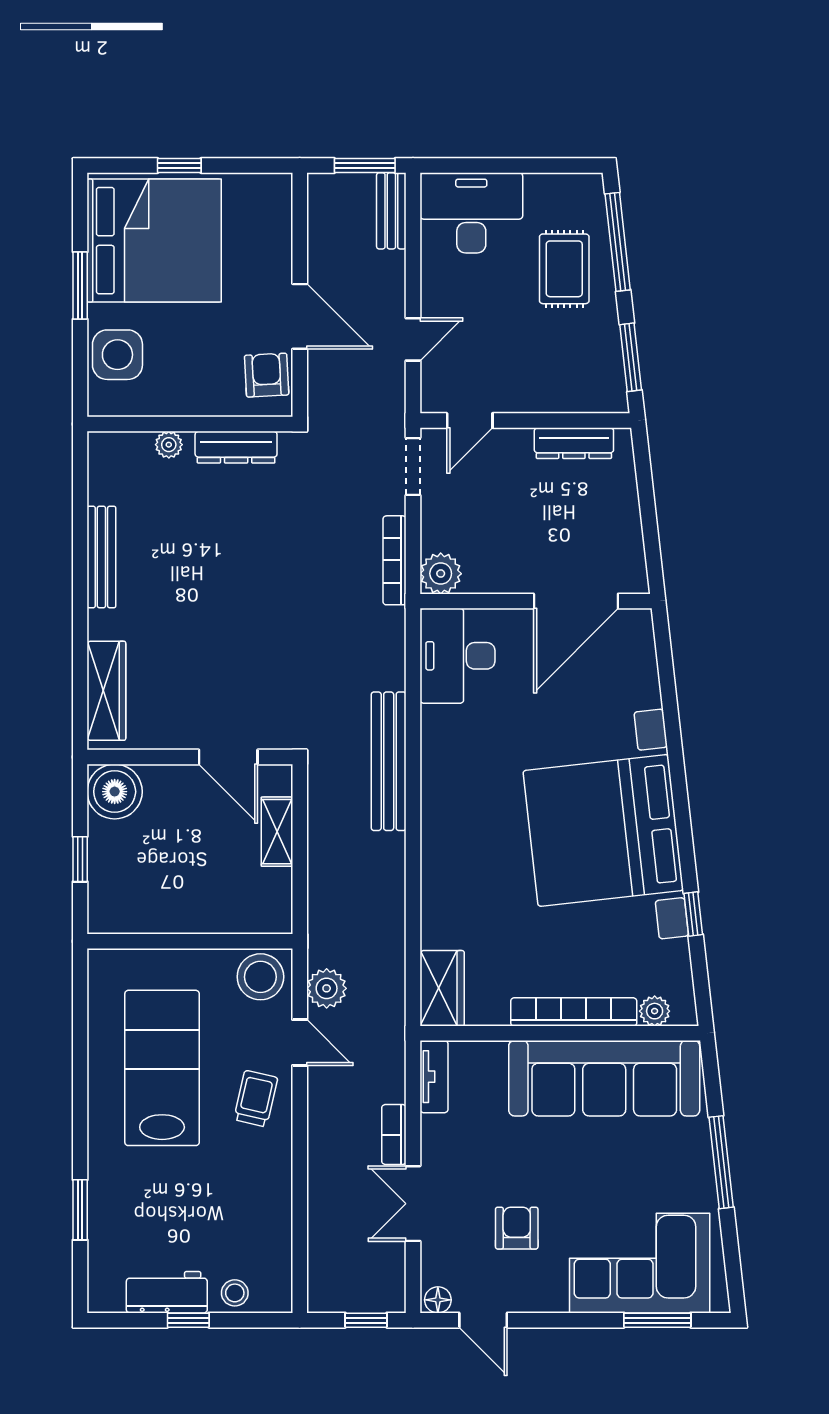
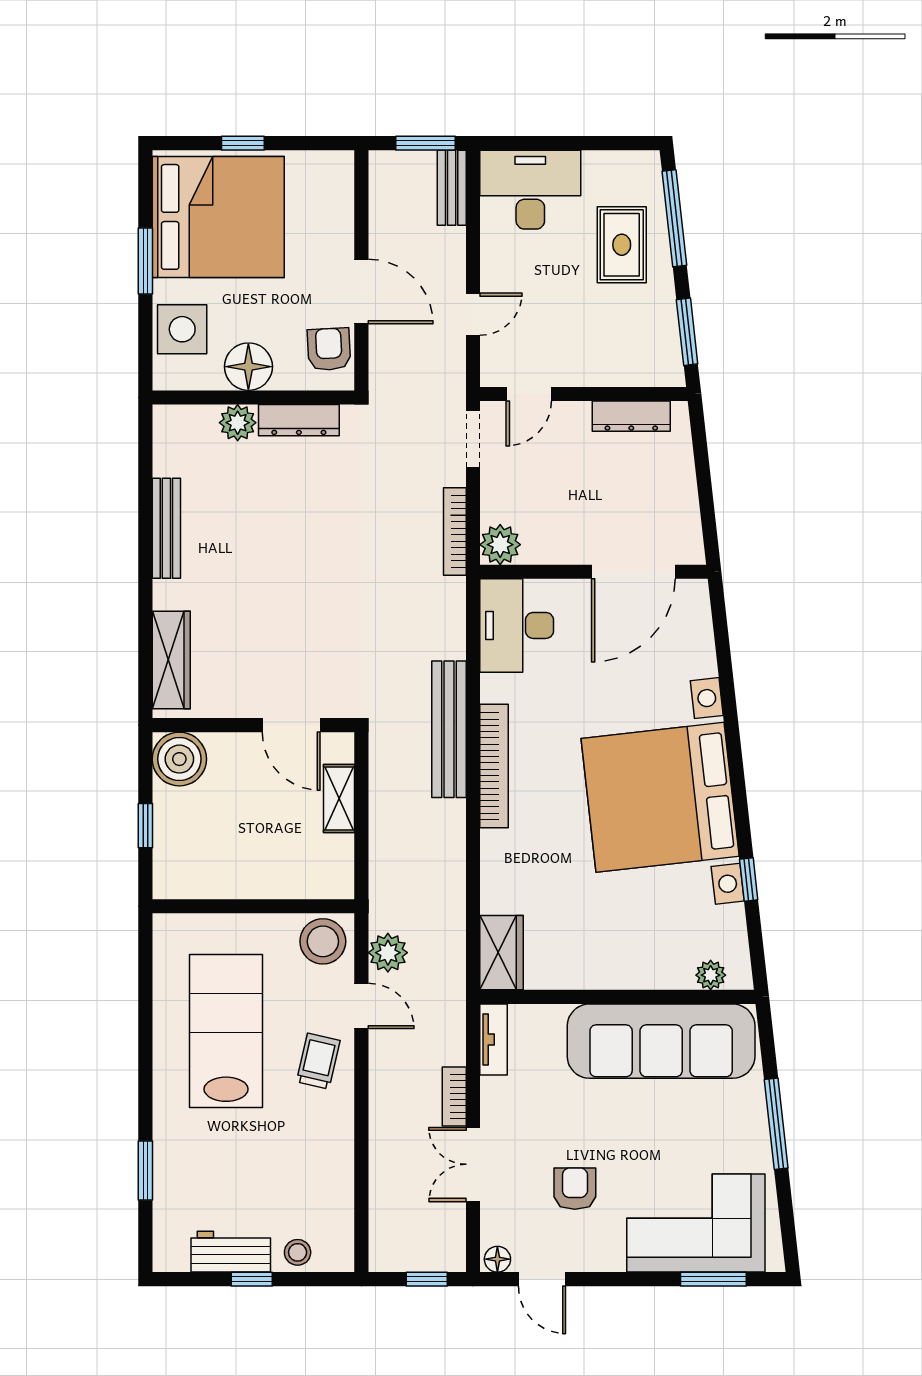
floor lamp: (185, 393) -> (248, 367), added
plant: (169, 445) -> (238, 423), width x1.38, depth x1.38
bookcase: (574, 1012) -> (494, 766), moved, turned 90

